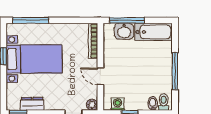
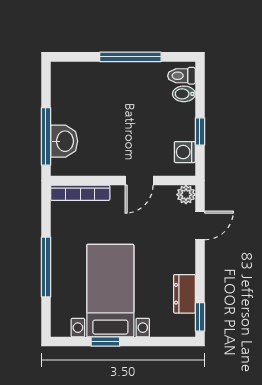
window: (31, 20) -> (46, 267), moved
bathtub: (154, 32) -> (65, 92), removed

